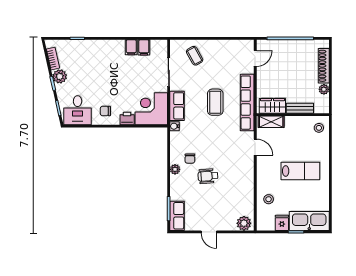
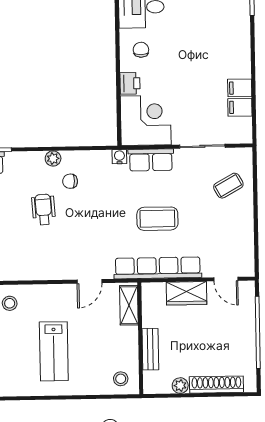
wardrobe: (272, 106) -> (187, 293), moved, turned 90

